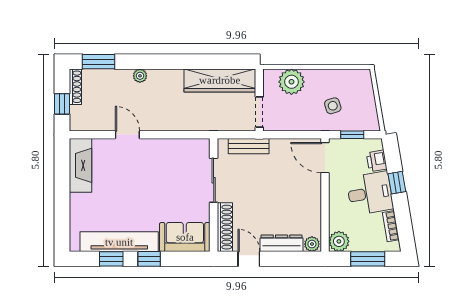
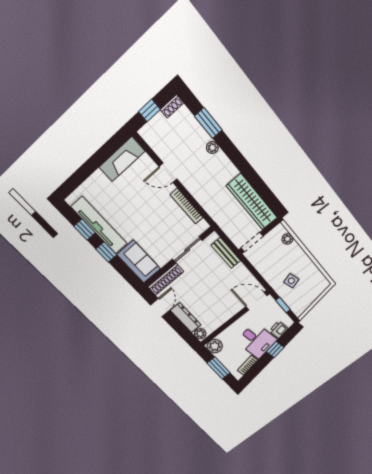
window: (99, 62) -> (208, 123), moved
plant: (291, 82) -> (288, 239), width x0.53, depth x0.53
shoe rack: (75, 87) -> (172, 106), width x0.70
door: (127, 135) -> (168, 173), swing flipped
bookcase: (172, 144) -> (187, 206), added
door: (325, 158) -> (256, 301), hinge flipped

